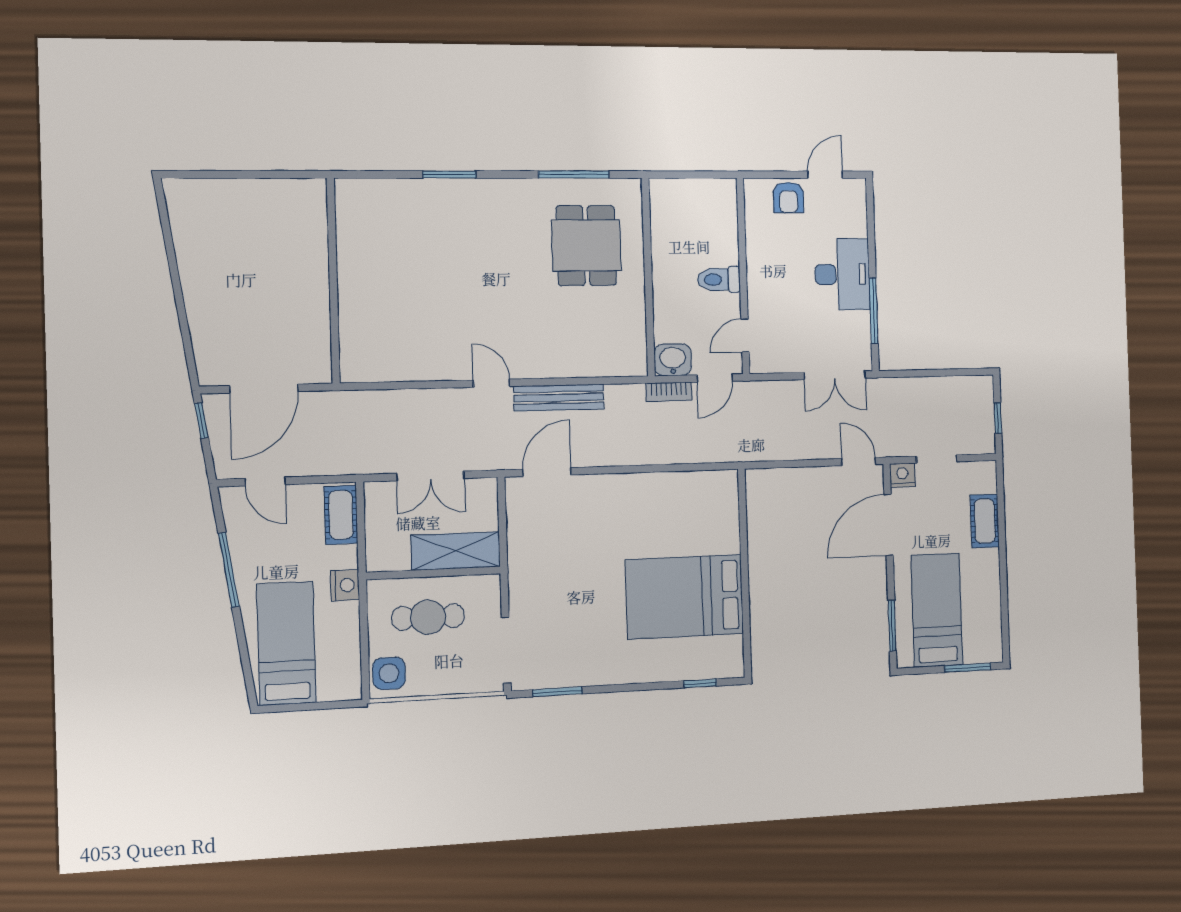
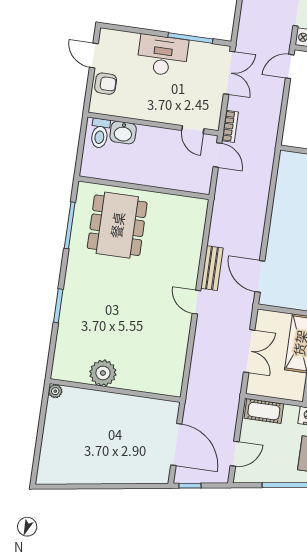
plant: (316, 189) -> (55, 391), added
dining table: (586, 246) -> (117, 225), width x1.38
plant: (357, 258) -> (103, 373), added
toilet: (719, 280) -> (100, 133), moved
washbasin: (673, 360) -> (123, 133), moved, turned -90
door: (491, 383) -> (197, 302), hinge flipped
bookcase: (669, 392) -> (230, 126), moved
bench: (559, 398) -> (212, 268), width x0.73

